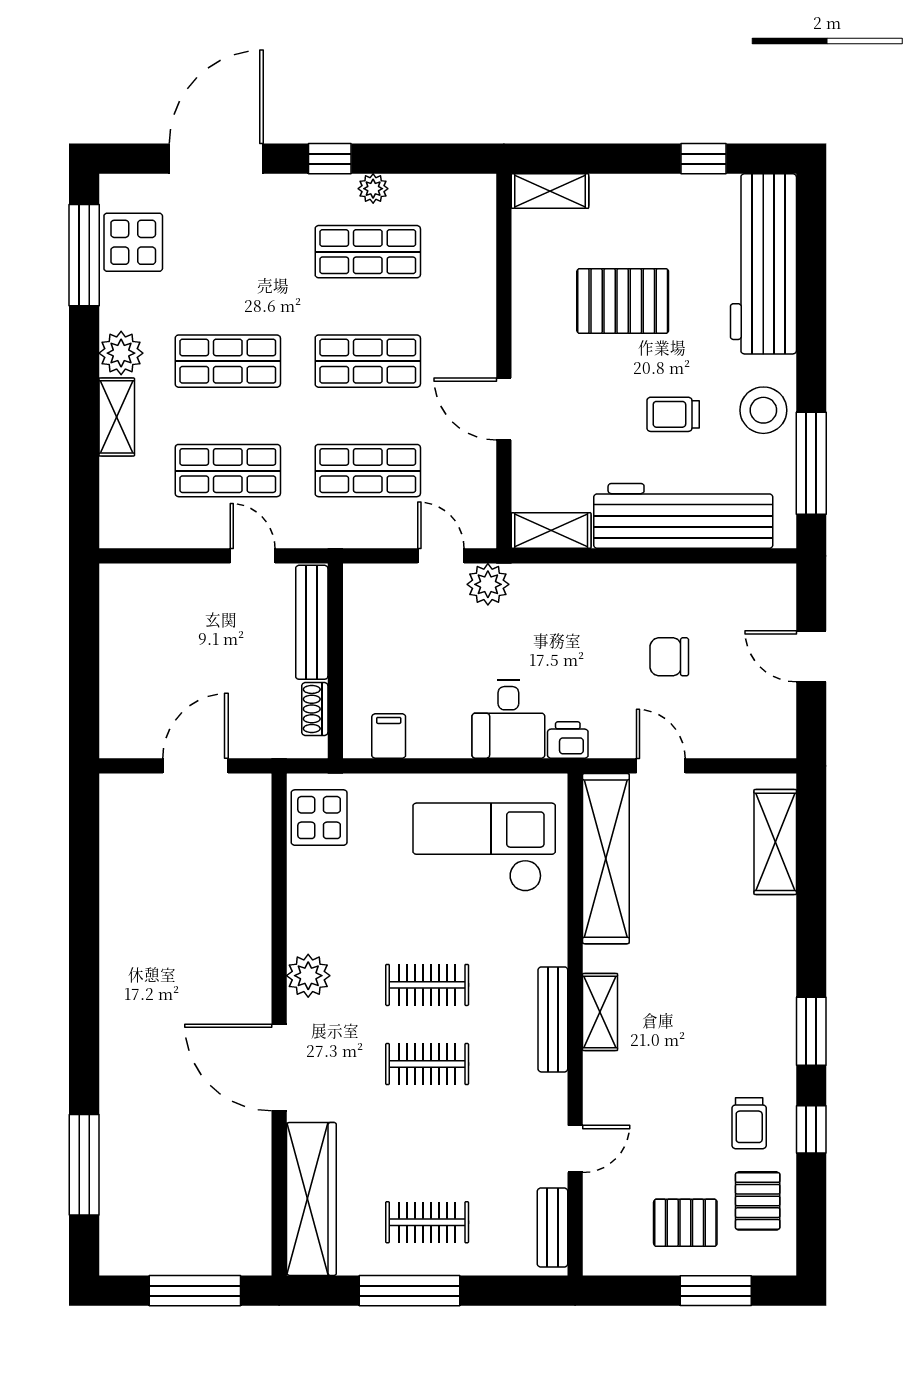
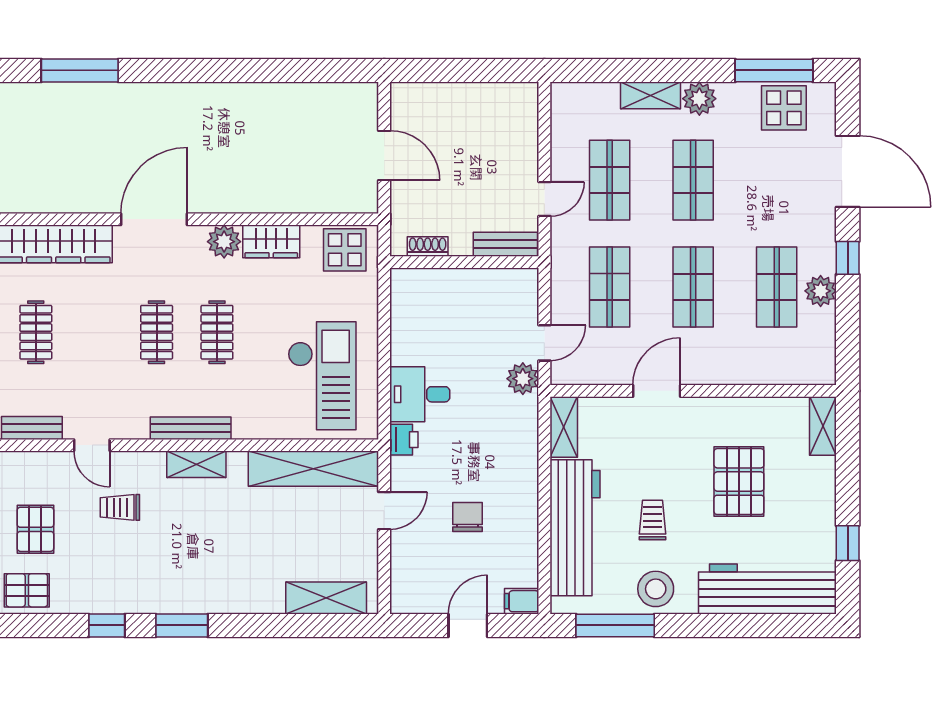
plant: (373, 189) -> (821, 291), width x1.38, depth x1.38
bench: (312, 622) -> (505, 244), width x0.73
filing cabinet: (389, 736) -> (522, 601), moved, turned 180
wardrobe: (308, 914) -> (271, 241), added
trolley: (749, 1123) -> (120, 507), moved
pallet: (758, 1201) -> (27, 590), moved

